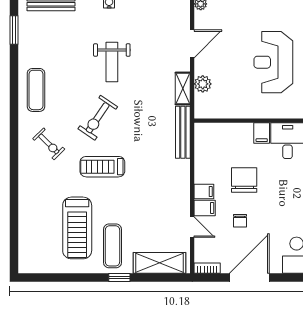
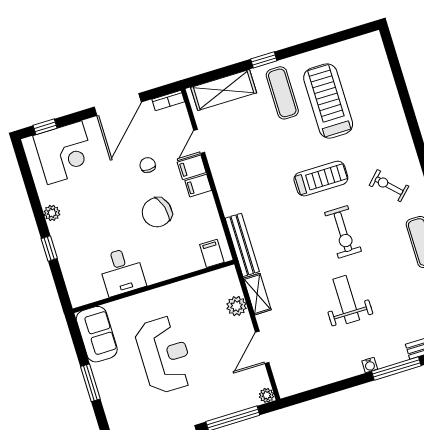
exercise bike: (98, 118) -> (343, 232), turned 146
filing cabinet: (262, 133) -> (212, 253), moved
chair: (244, 180) -> (157, 212), turned 74
door: (192, 227) -> (199, 141), hinge flipped

